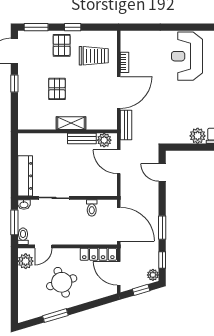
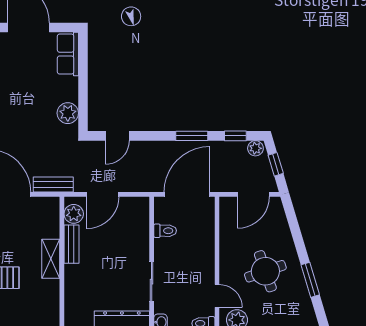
plant: (198, 136) -> (68, 113), moved
locker: (98, 254) -> (228, 222), removed

